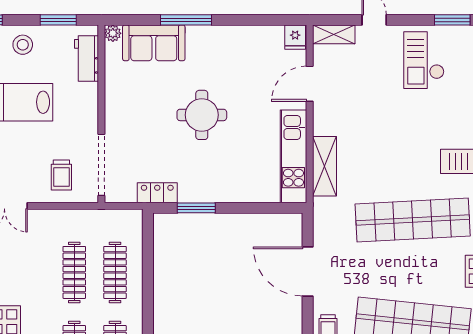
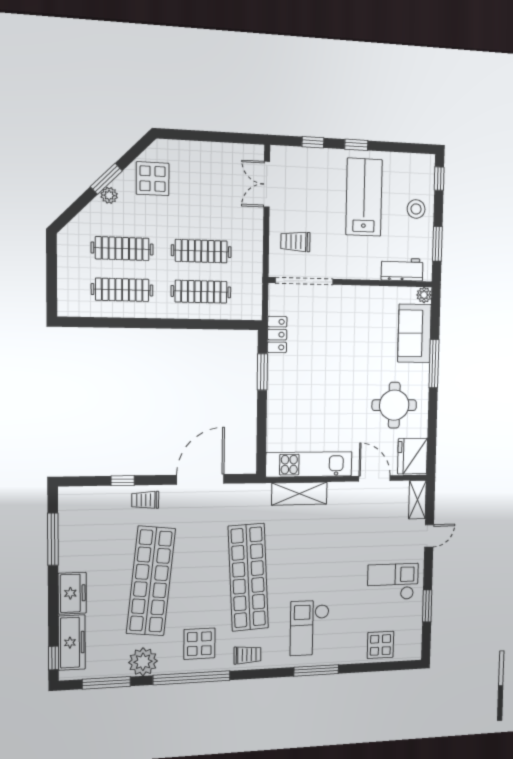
fridge: (295, 37) -> (413, 456), width x1.88, depth x1.34
round table: (202, 115) -> (394, 405), moved

